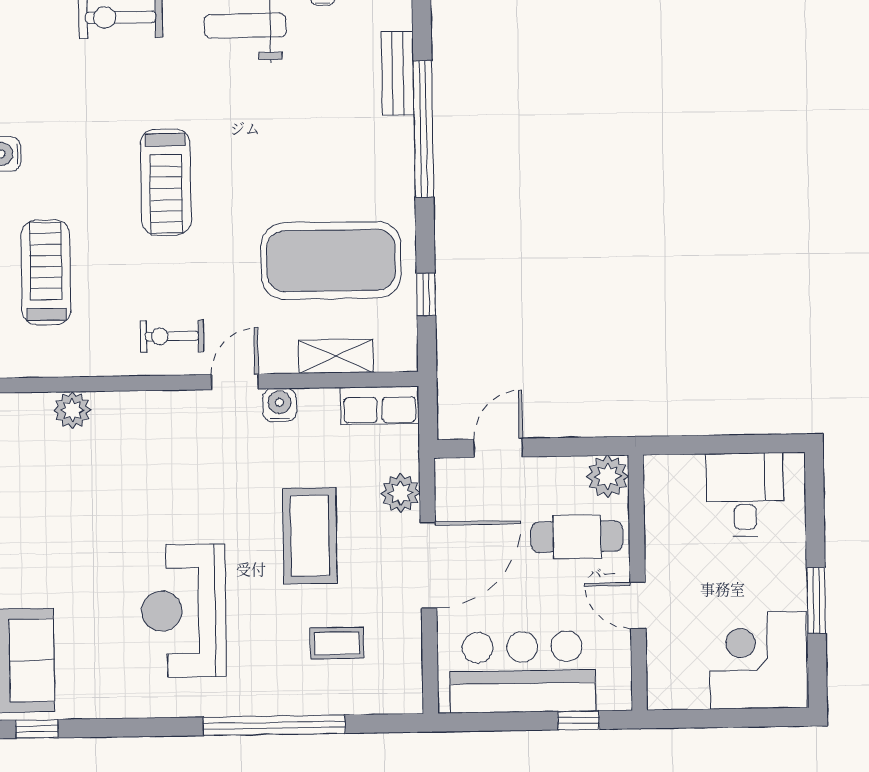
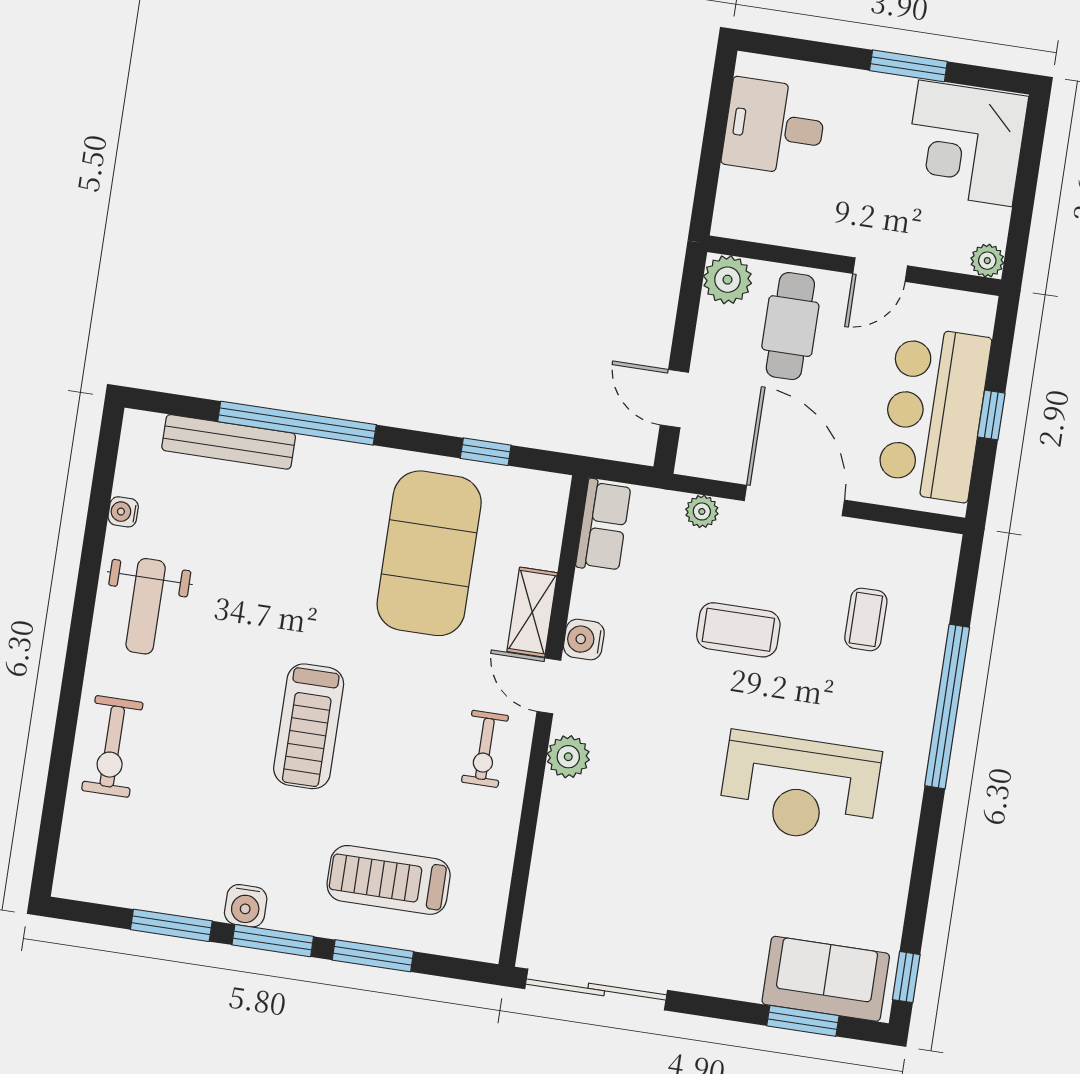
bench: (398, 73) -> (229, 442), width x1.36
treadmill: (166, 182) -> (309, 726), turned 90
shelving: (336, 356) -> (532, 612), moved
plant: (72, 410) -> (568, 757), moved
plant: (401, 493) -> (702, 511), width x0.73, depth x0.73
coffee table: (310, 536) -> (738, 630), width x0.73, depth x0.76
plant: (661, 696) -> (987, 261), added
window: (578, 720) -> (991, 415), moved

